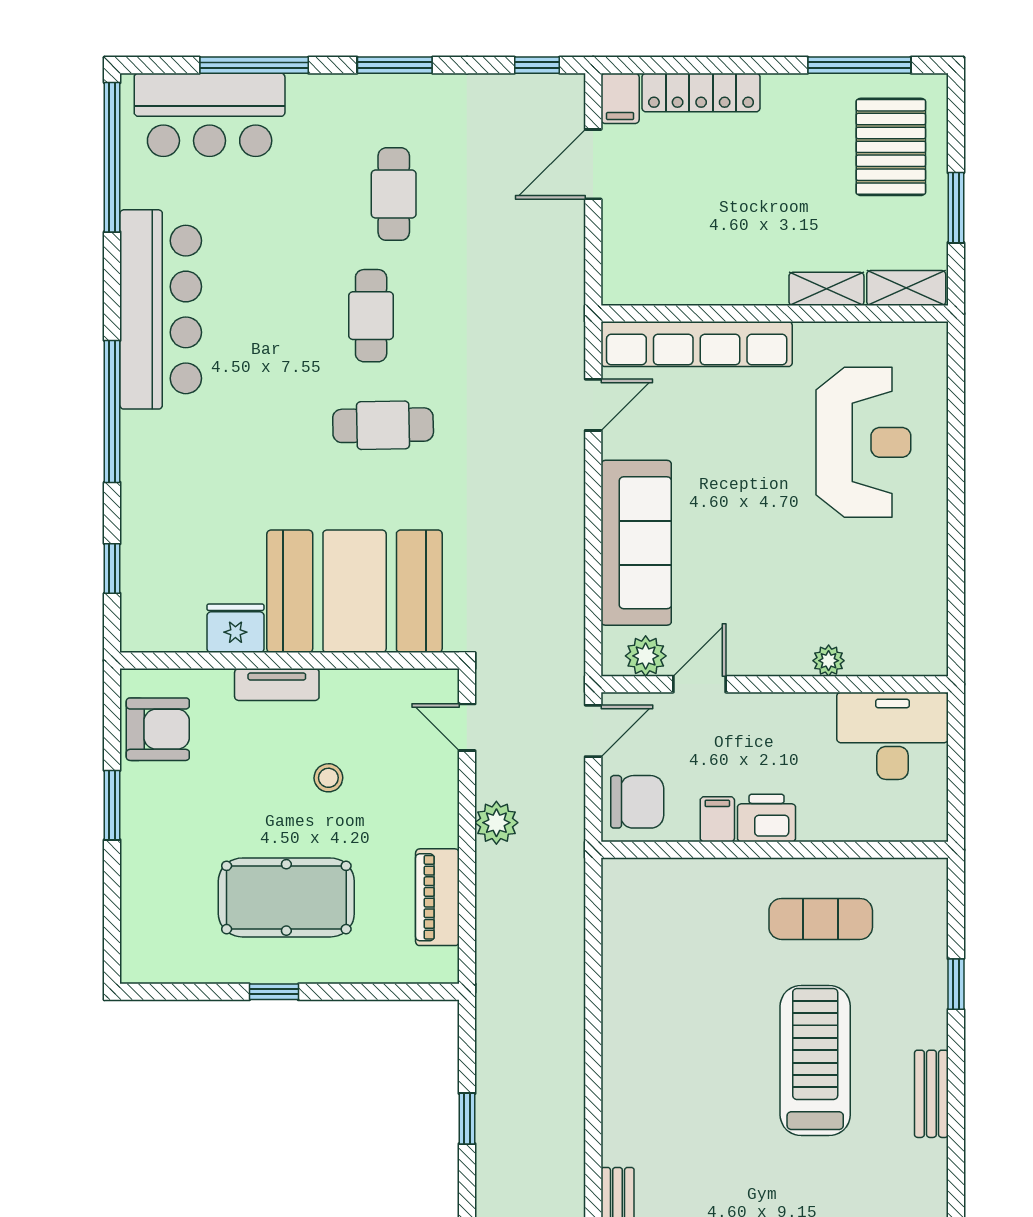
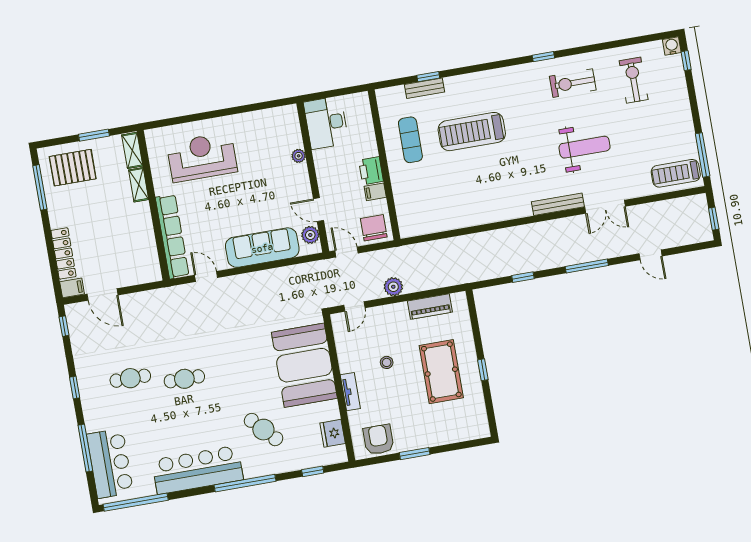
window: (395, 65) -> (75, 387), width x0.67
cafe table: (383, 425) -> (263, 430), moved, turned -42
fridge: (235, 628) -> (333, 433), moved
bench: (931, 1094) -> (425, 88), moved

